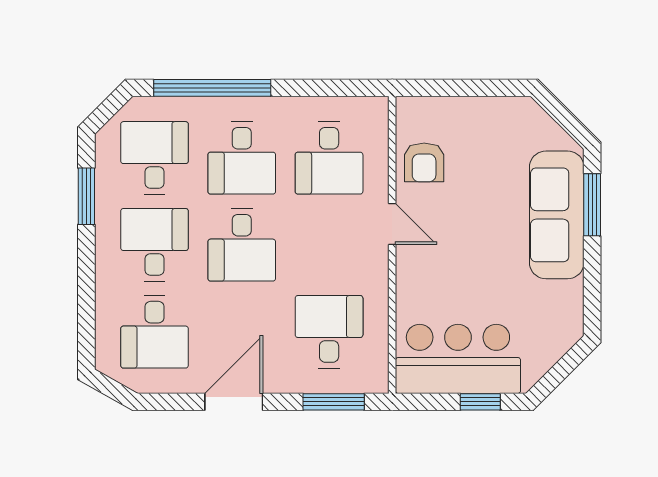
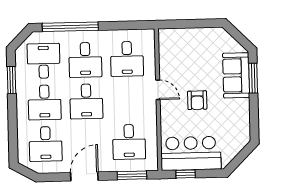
armchair: (424, 162) -> (197, 100), moved
sofa: (557, 215) -> (236, 75), width x0.73
desk: (154, 245) -> (45, 102), turned 180
desk: (329, 332) -> (129, 142), turned 180
window: (480, 402) -> (186, 174), moved

